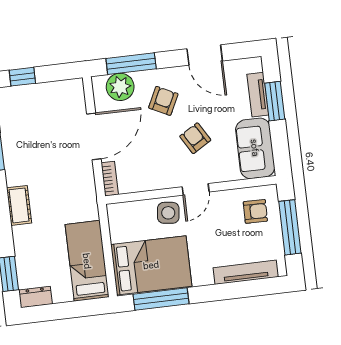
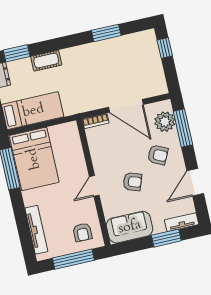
tv unit: (258, 95) -> (182, 222), moved
armchair: (195, 138) -> (132, 182), turned 50
door: (196, 189) -> (94, 186), hinge flipped
cot: (19, 205) -> (46, 61), moved
side table: (168, 213) -> (75, 167), removed

